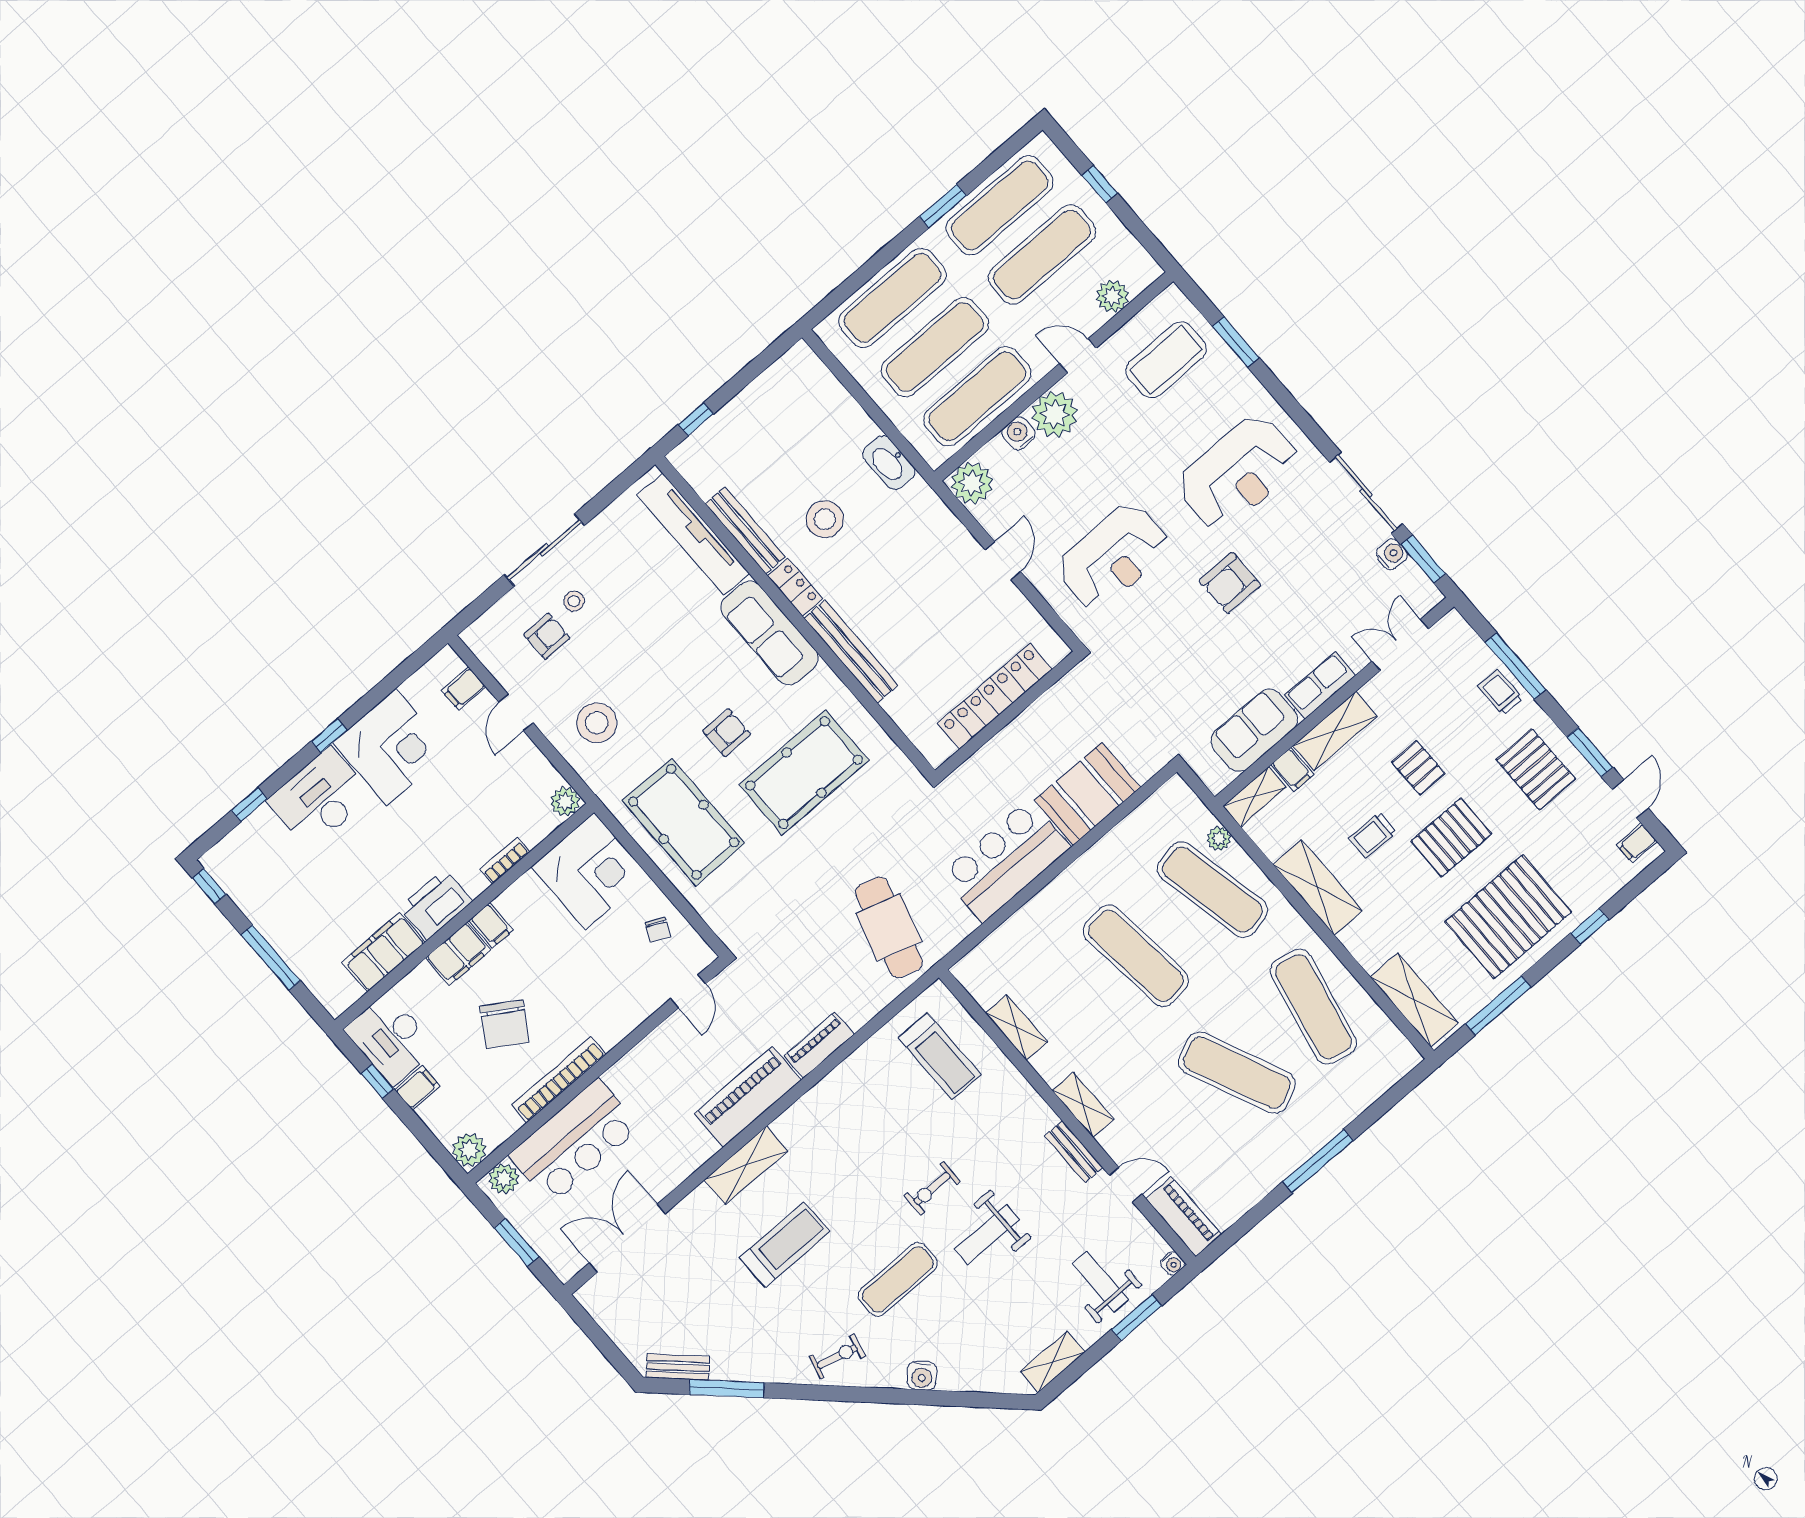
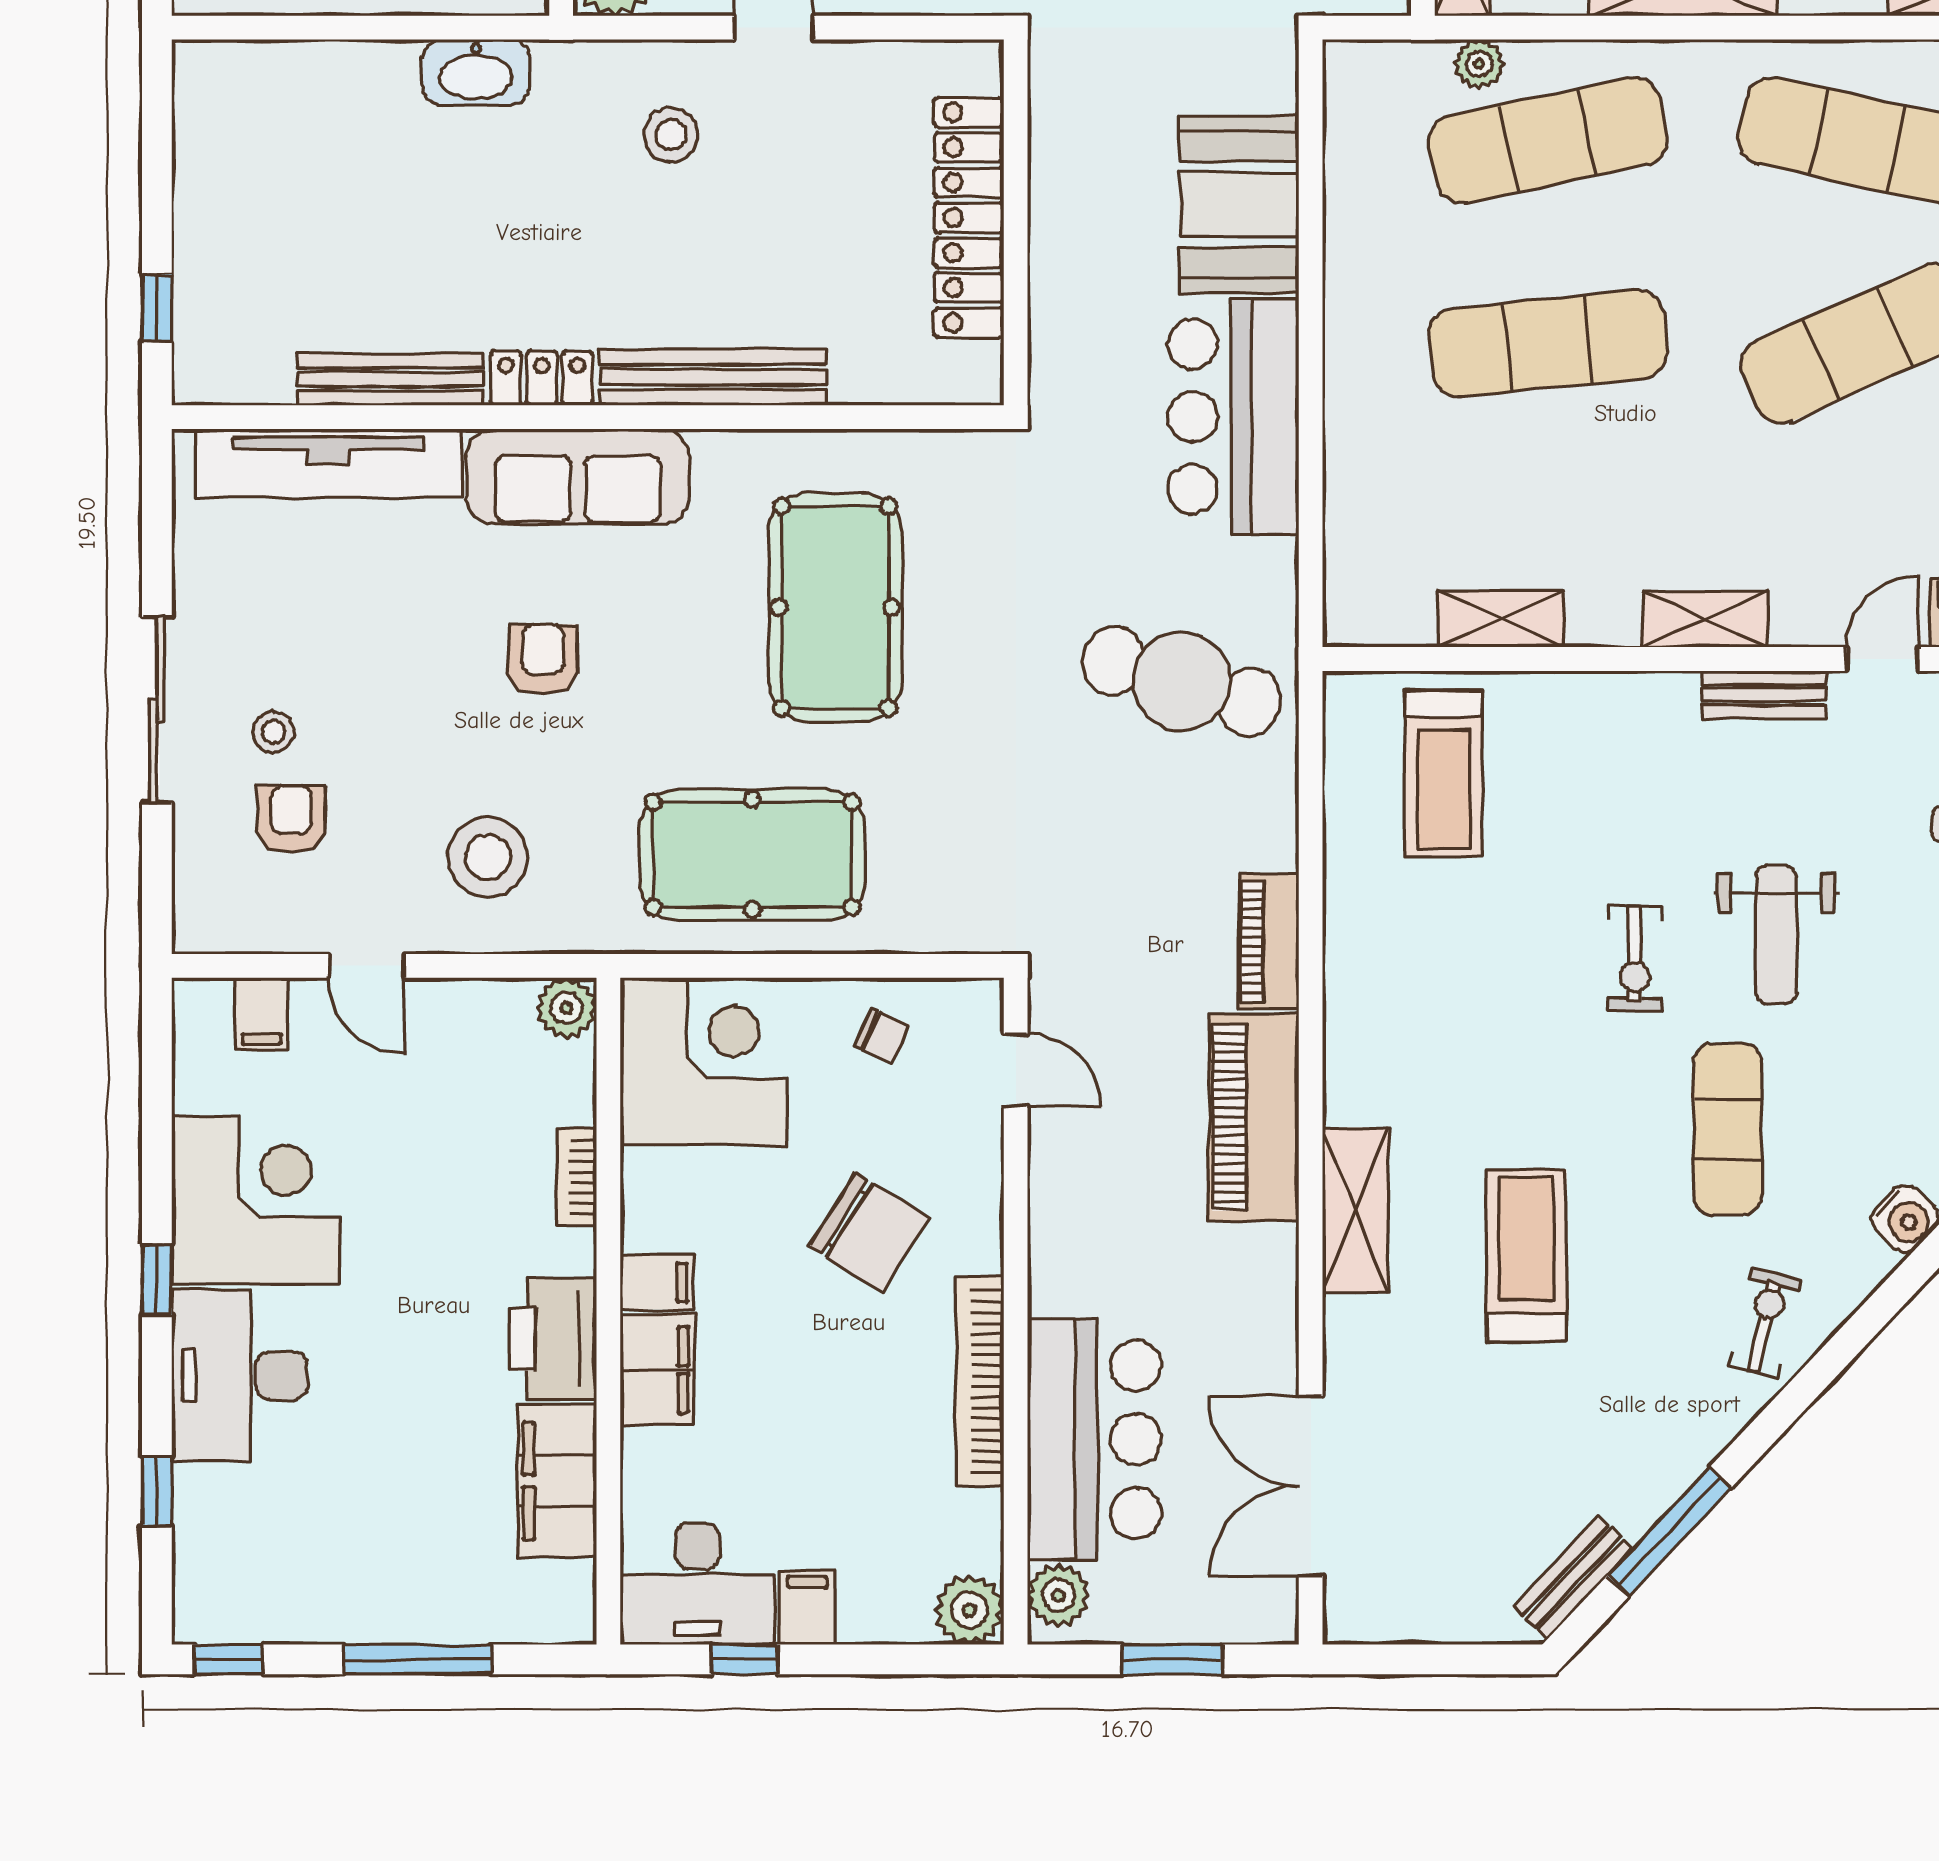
stool: (825, 519) -> (671, 135), moved, width x0.73, depth x0.73
armchair: (727, 733) -> (543, 659), moved
chair: (504, 1024) -> (869, 1232), moved
treadmill: (940, 1056) -> (1444, 773), turned 90

